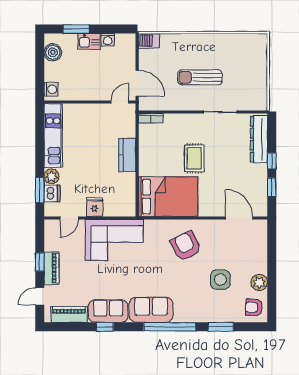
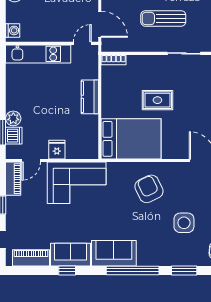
kitchen unit: (53, 136) -> (38, 54), moved, turned 90
rug: (194, 158) -> (157, 100), turned 90
piano: (51, 268) -> (13, 179), moved

